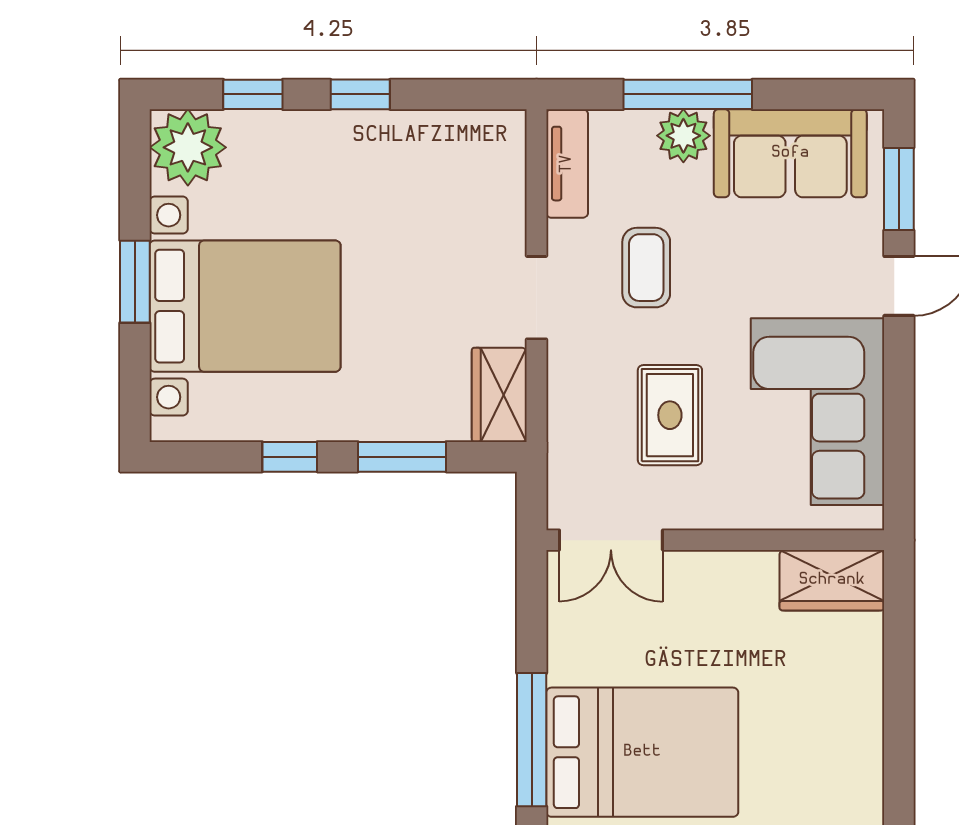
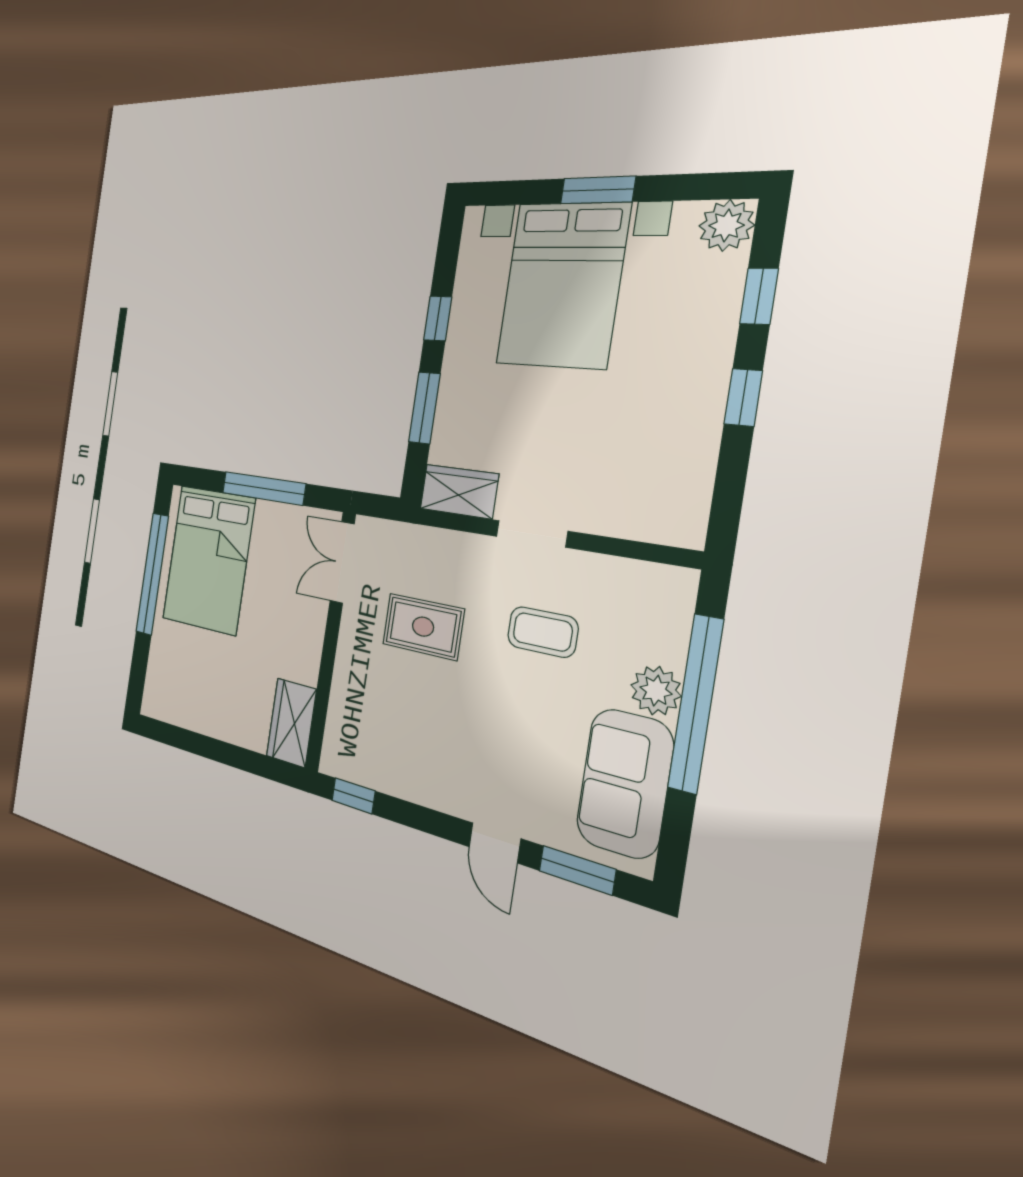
window: (688, 94) -> (696, 704), width x1.46
plant: (188, 147) -> (726, 225), width x0.73, depth x0.73
tv unit: (567, 164) -> (646, 580), removed
corner sofa: (817, 412) -> (408, 746), removed
window: (899, 475) -> (353, 796), added
window: (532, 740) -> (263, 488), moved

